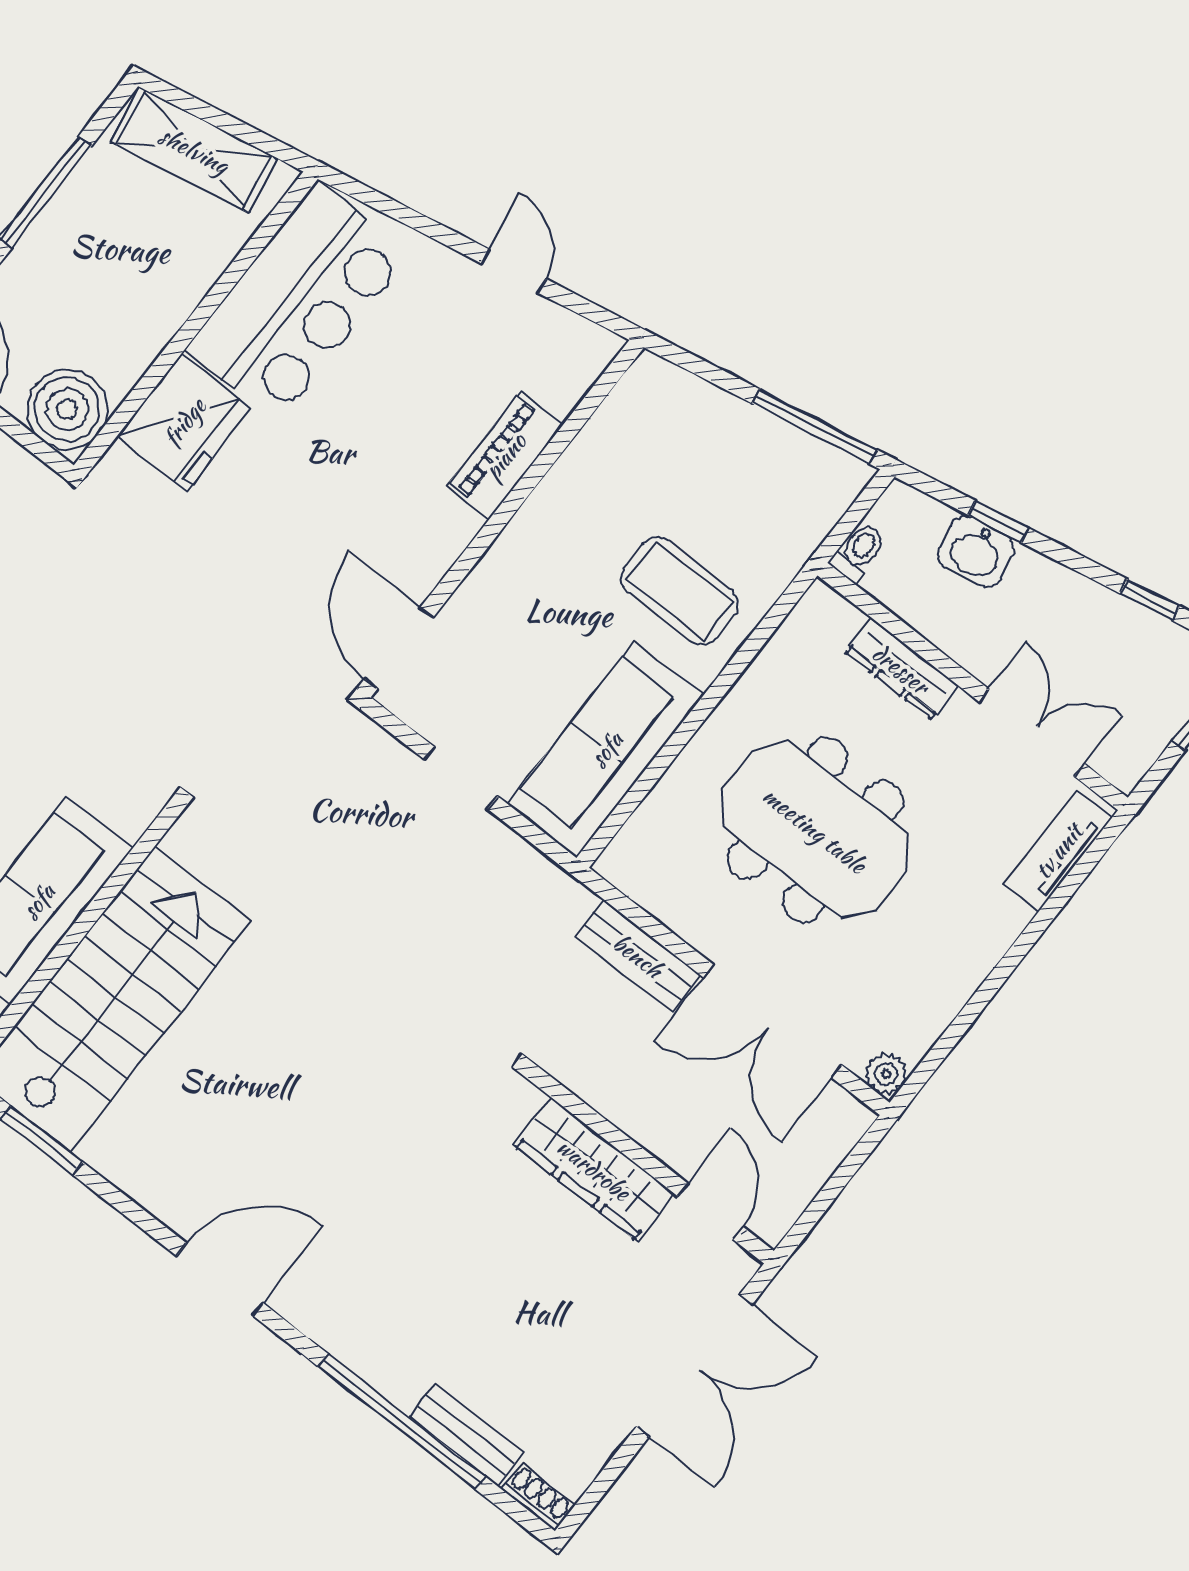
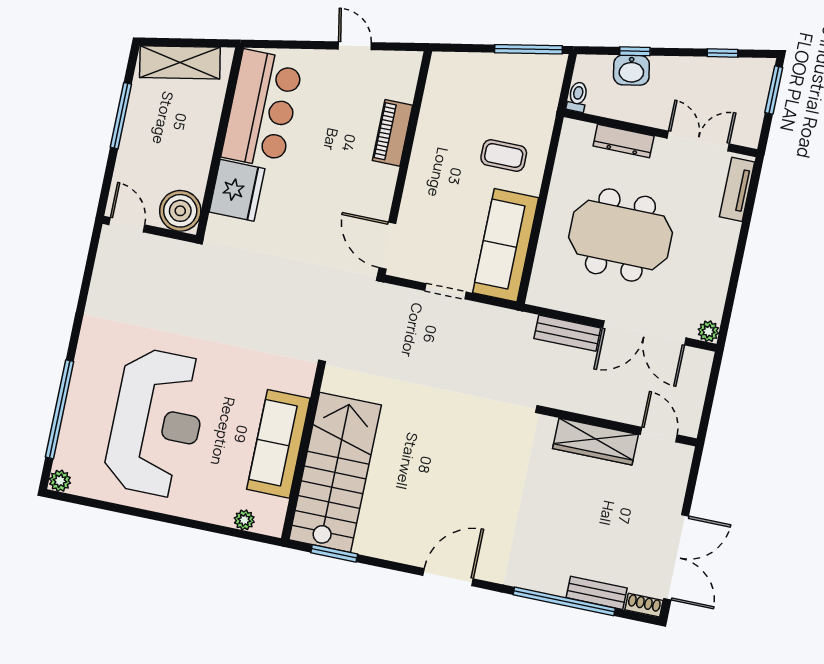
coffee table: (680, 591) -> (504, 155), width x0.73, depth x0.77
double door: (694, 1366) -> (676, 557), moved

